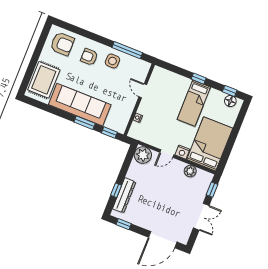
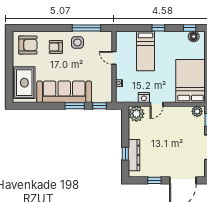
bed: (194, 103) -> (145, 51), moved
nightstand: (182, 152) -> (144, 98), moved
plant: (190, 171) -> (197, 111), moved
window: (124, 224) -> (154, 180), moved

